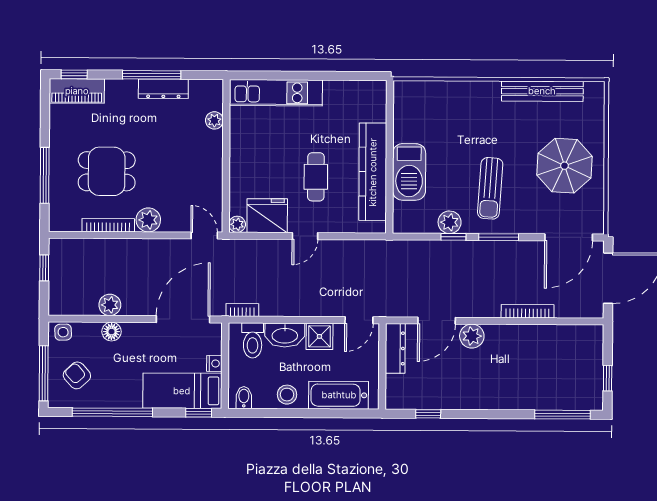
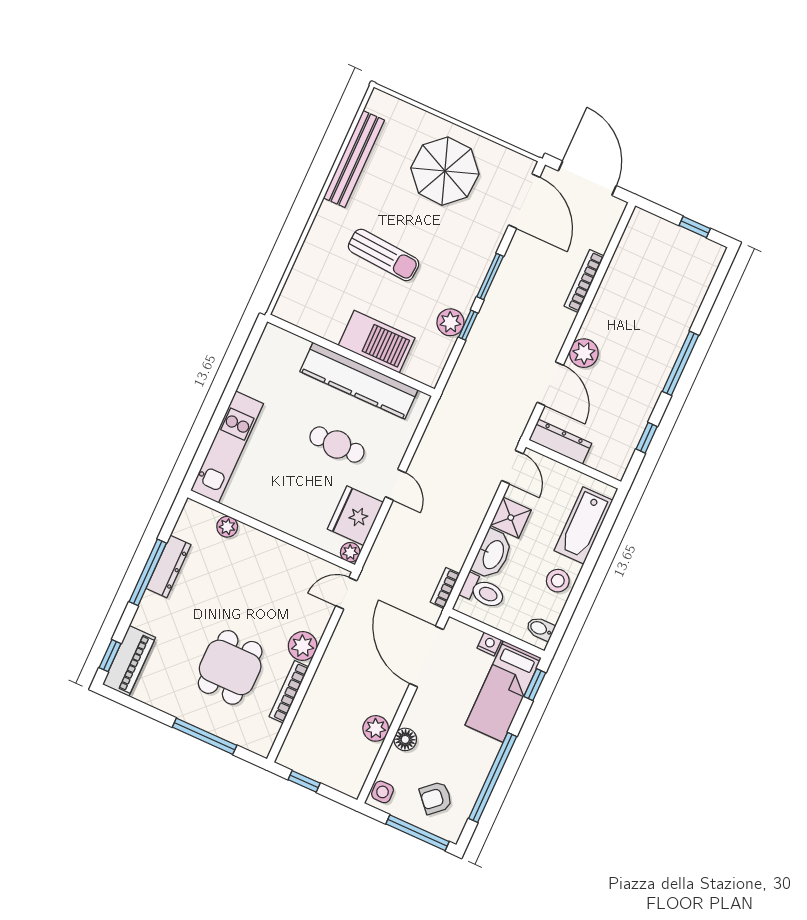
sun lounger: (490, 188) -> (384, 255), moved
window: (562, 415) -> (680, 363), moved

